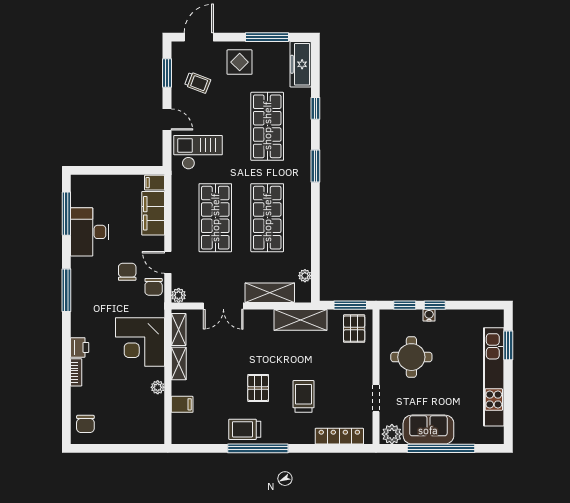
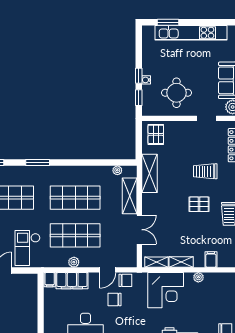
plant: (179, 295) -> (74, 262), moved
window: (350, 305) -> (139, 137), removed
pallet: (354, 329) -> (156, 134), turned 90

